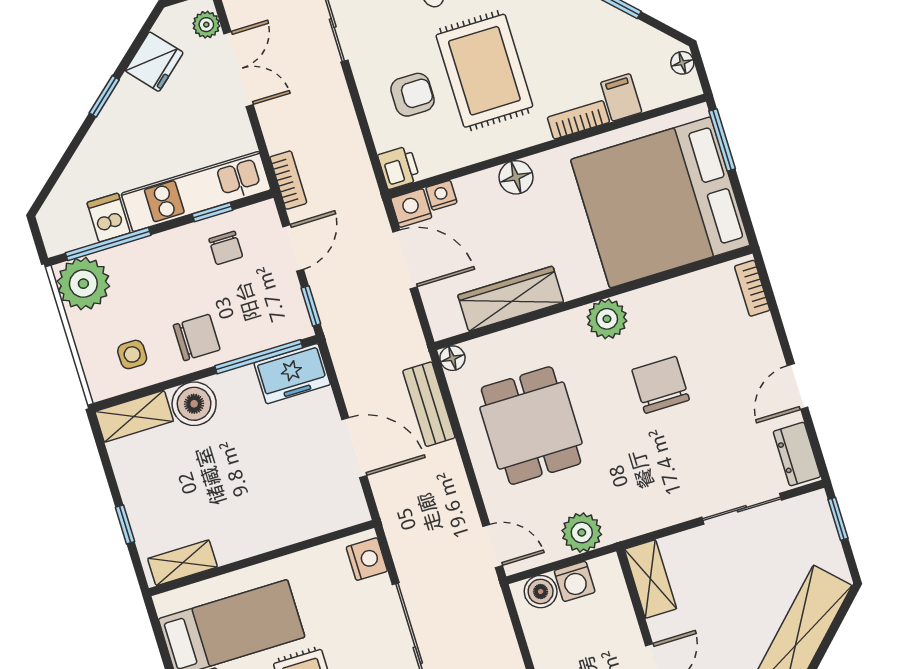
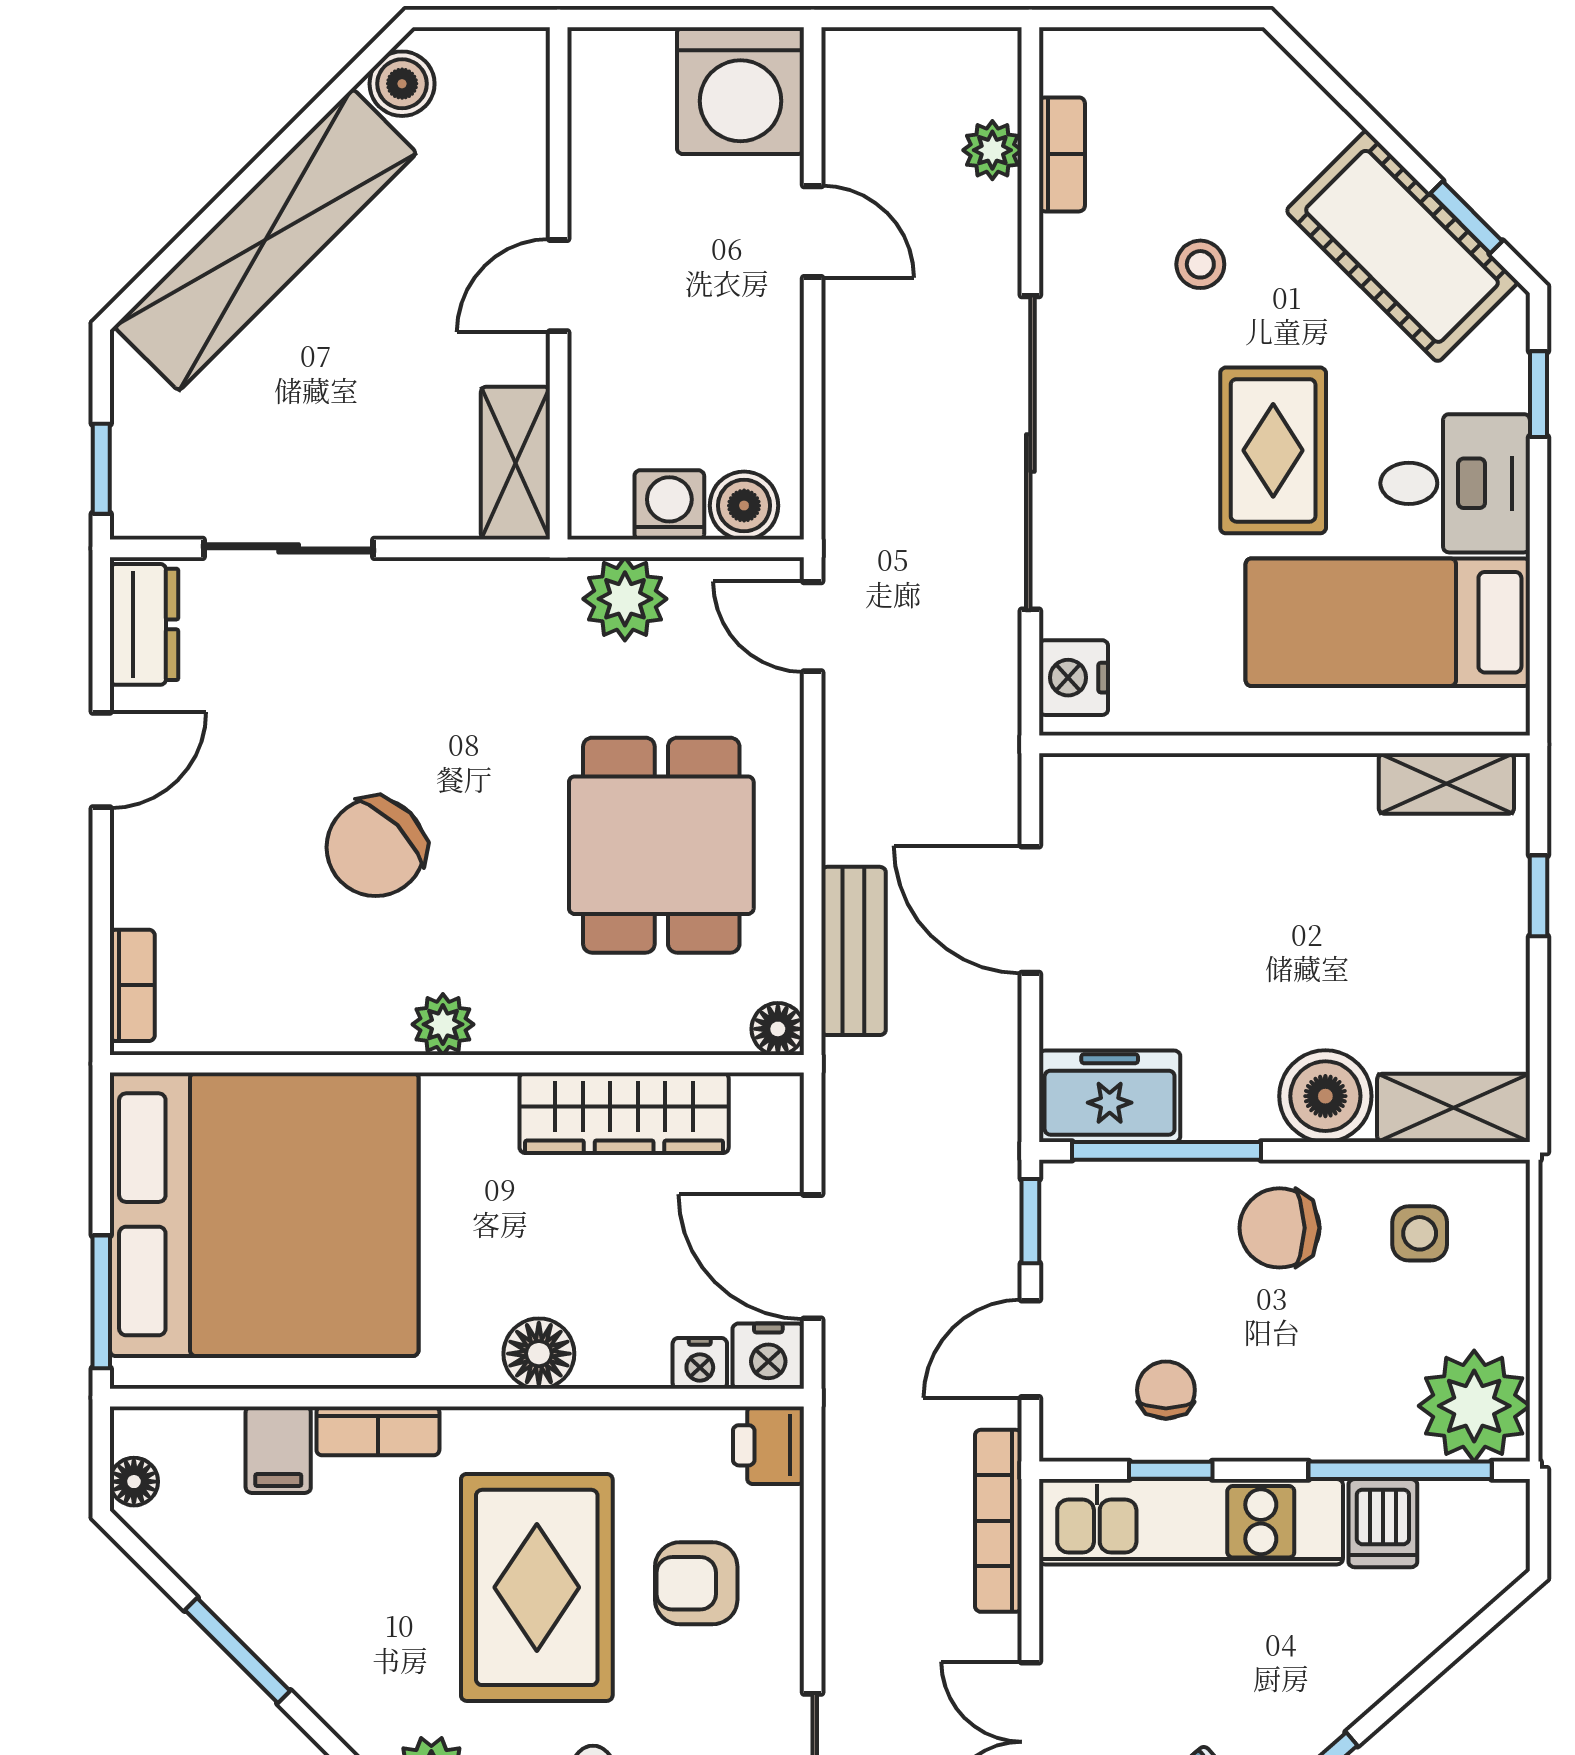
bookcase: (288, 180) -> (998, 1521), width x1.56
plant: (607, 319) -> (443, 1024), width x0.73, depth x0.73
chair: (661, 385) -> (376, 847), turned 45

